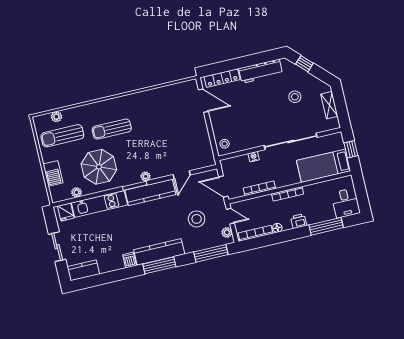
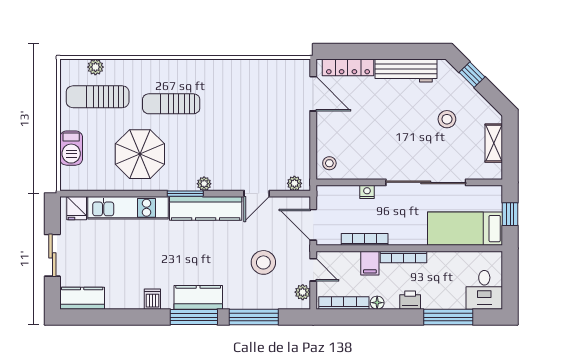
plant: (77, 192) -> (294, 183), moved
filing cabinet: (267, 203) -> (370, 263), added
kitchen counter: (159, 252) -> (198, 297), width x0.67
window: (211, 253) -> (254, 317), moved

